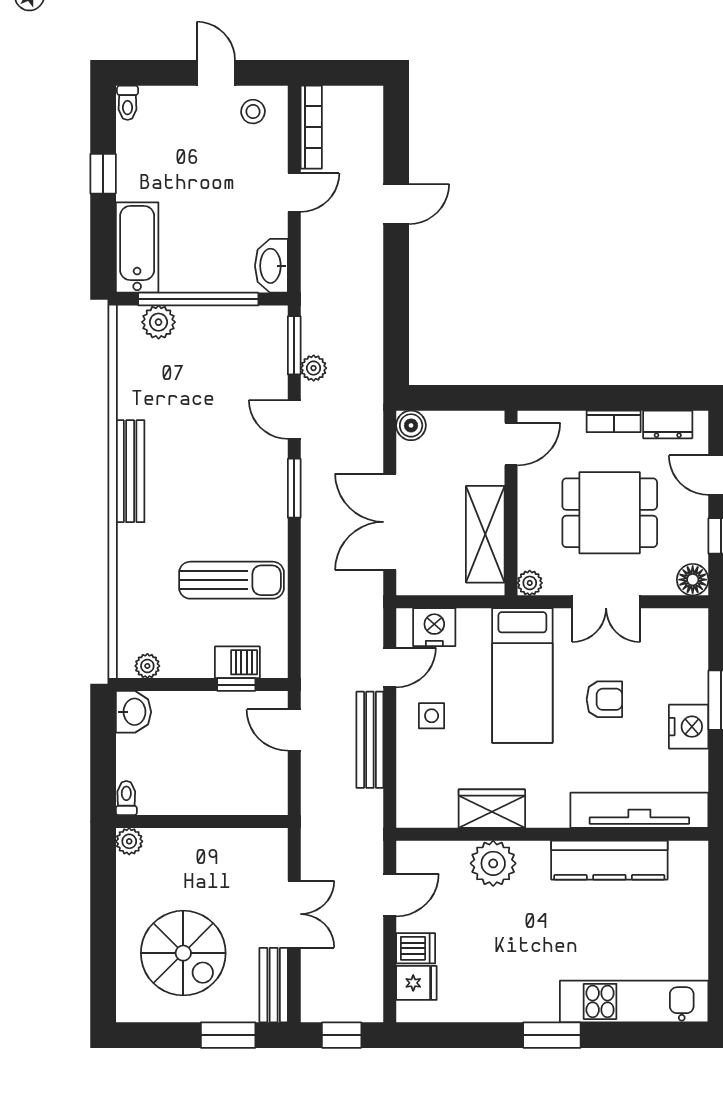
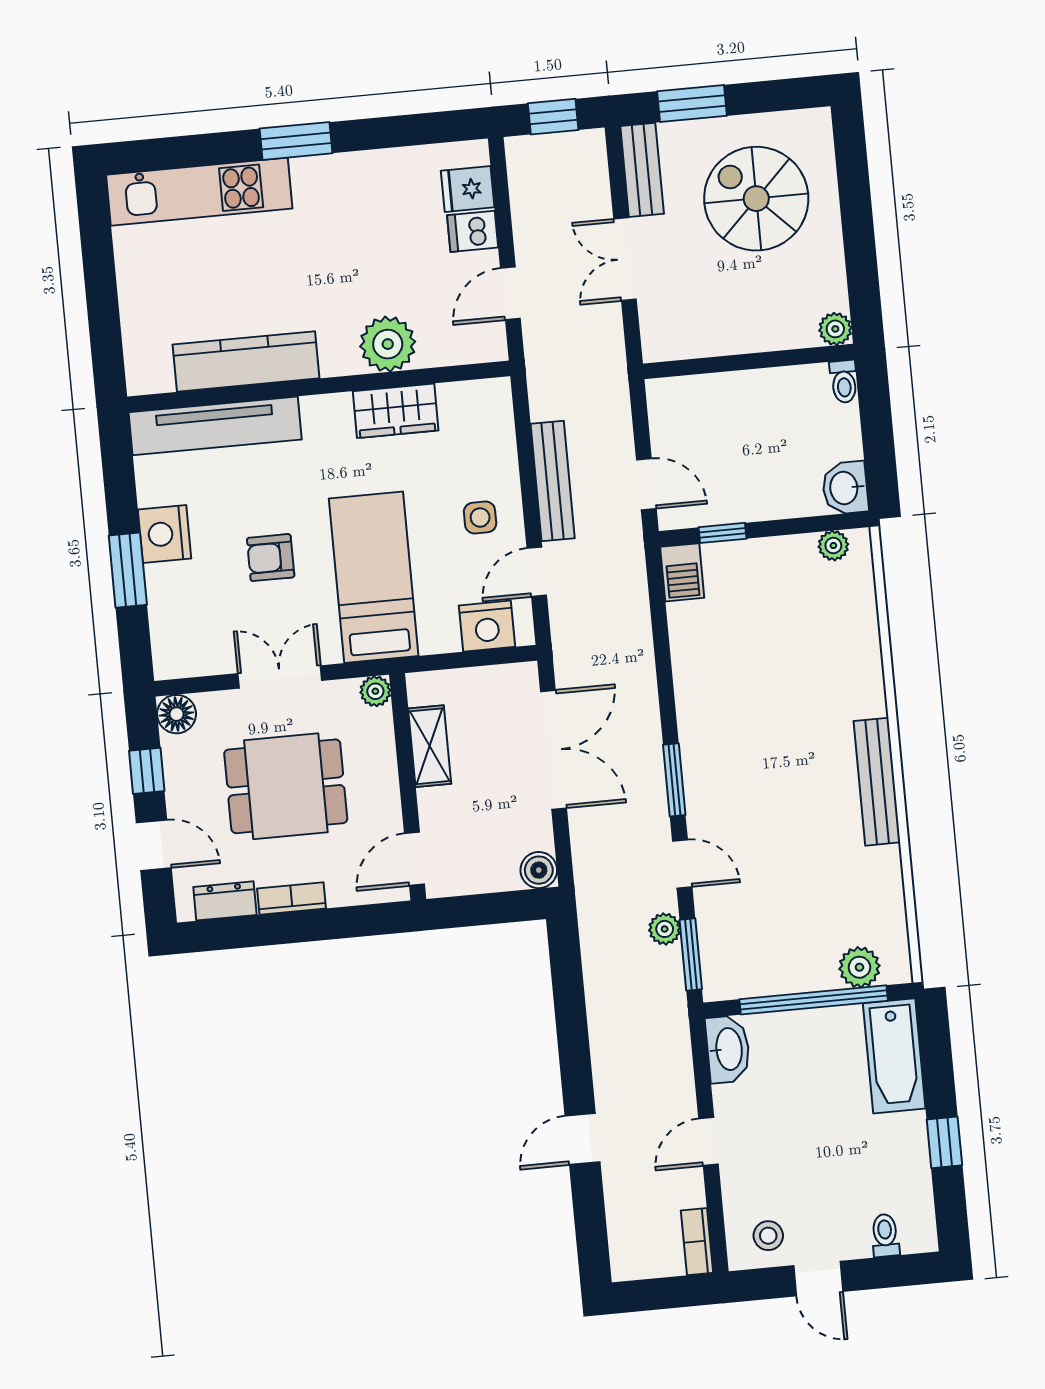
toilet: (128, 103) -> (885, 1235), moved
bookcase: (311, 127) -> (697, 1242), width x0.64
shelving: (485, 534) -> (430, 746), width x0.67, depth x0.75
sun lounger: (232, 580) -> (740, 660), removed
barbecue: (237, 662) -> (682, 572), moved, turned -90

